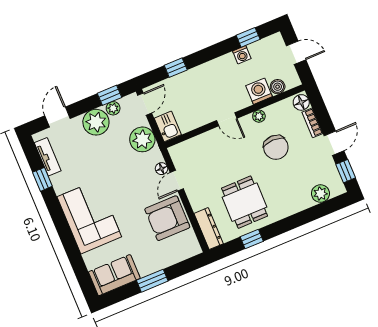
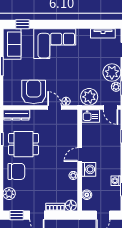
washing machine: (259, 91) -> (89, 169), moved
chair: (276, 147) -> (16, 171), moved, turned 180
window: (42, 179) -> (23, 24), moved

